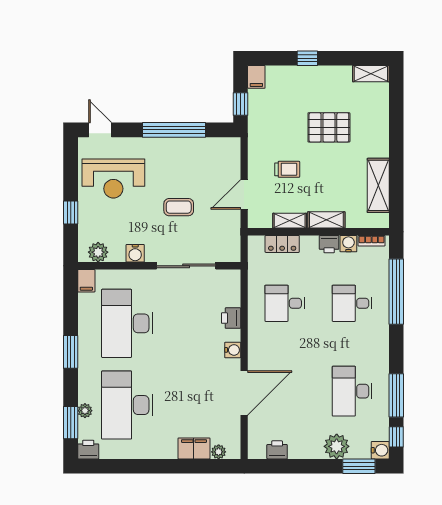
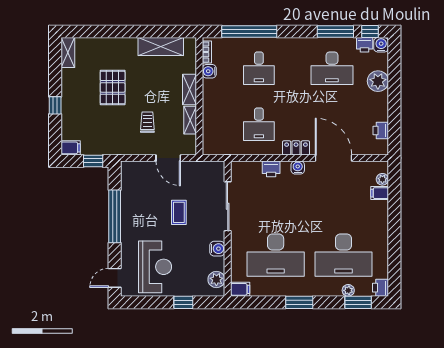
locker: (282, 244) -> (296, 148), moved, turned -90
printer: (329, 244) -> (365, 45), moved, turned 90
filing cabinet: (194, 448) -> (380, 193), width x0.50
window: (359, 466) -> (394, 62), removed

